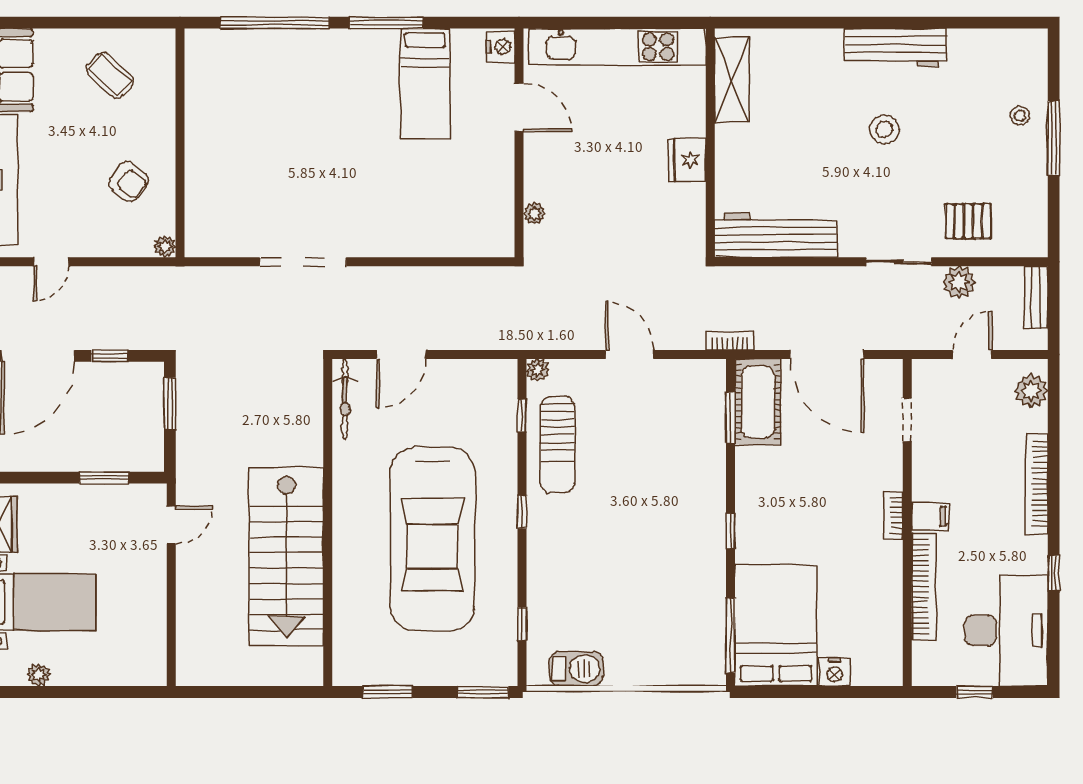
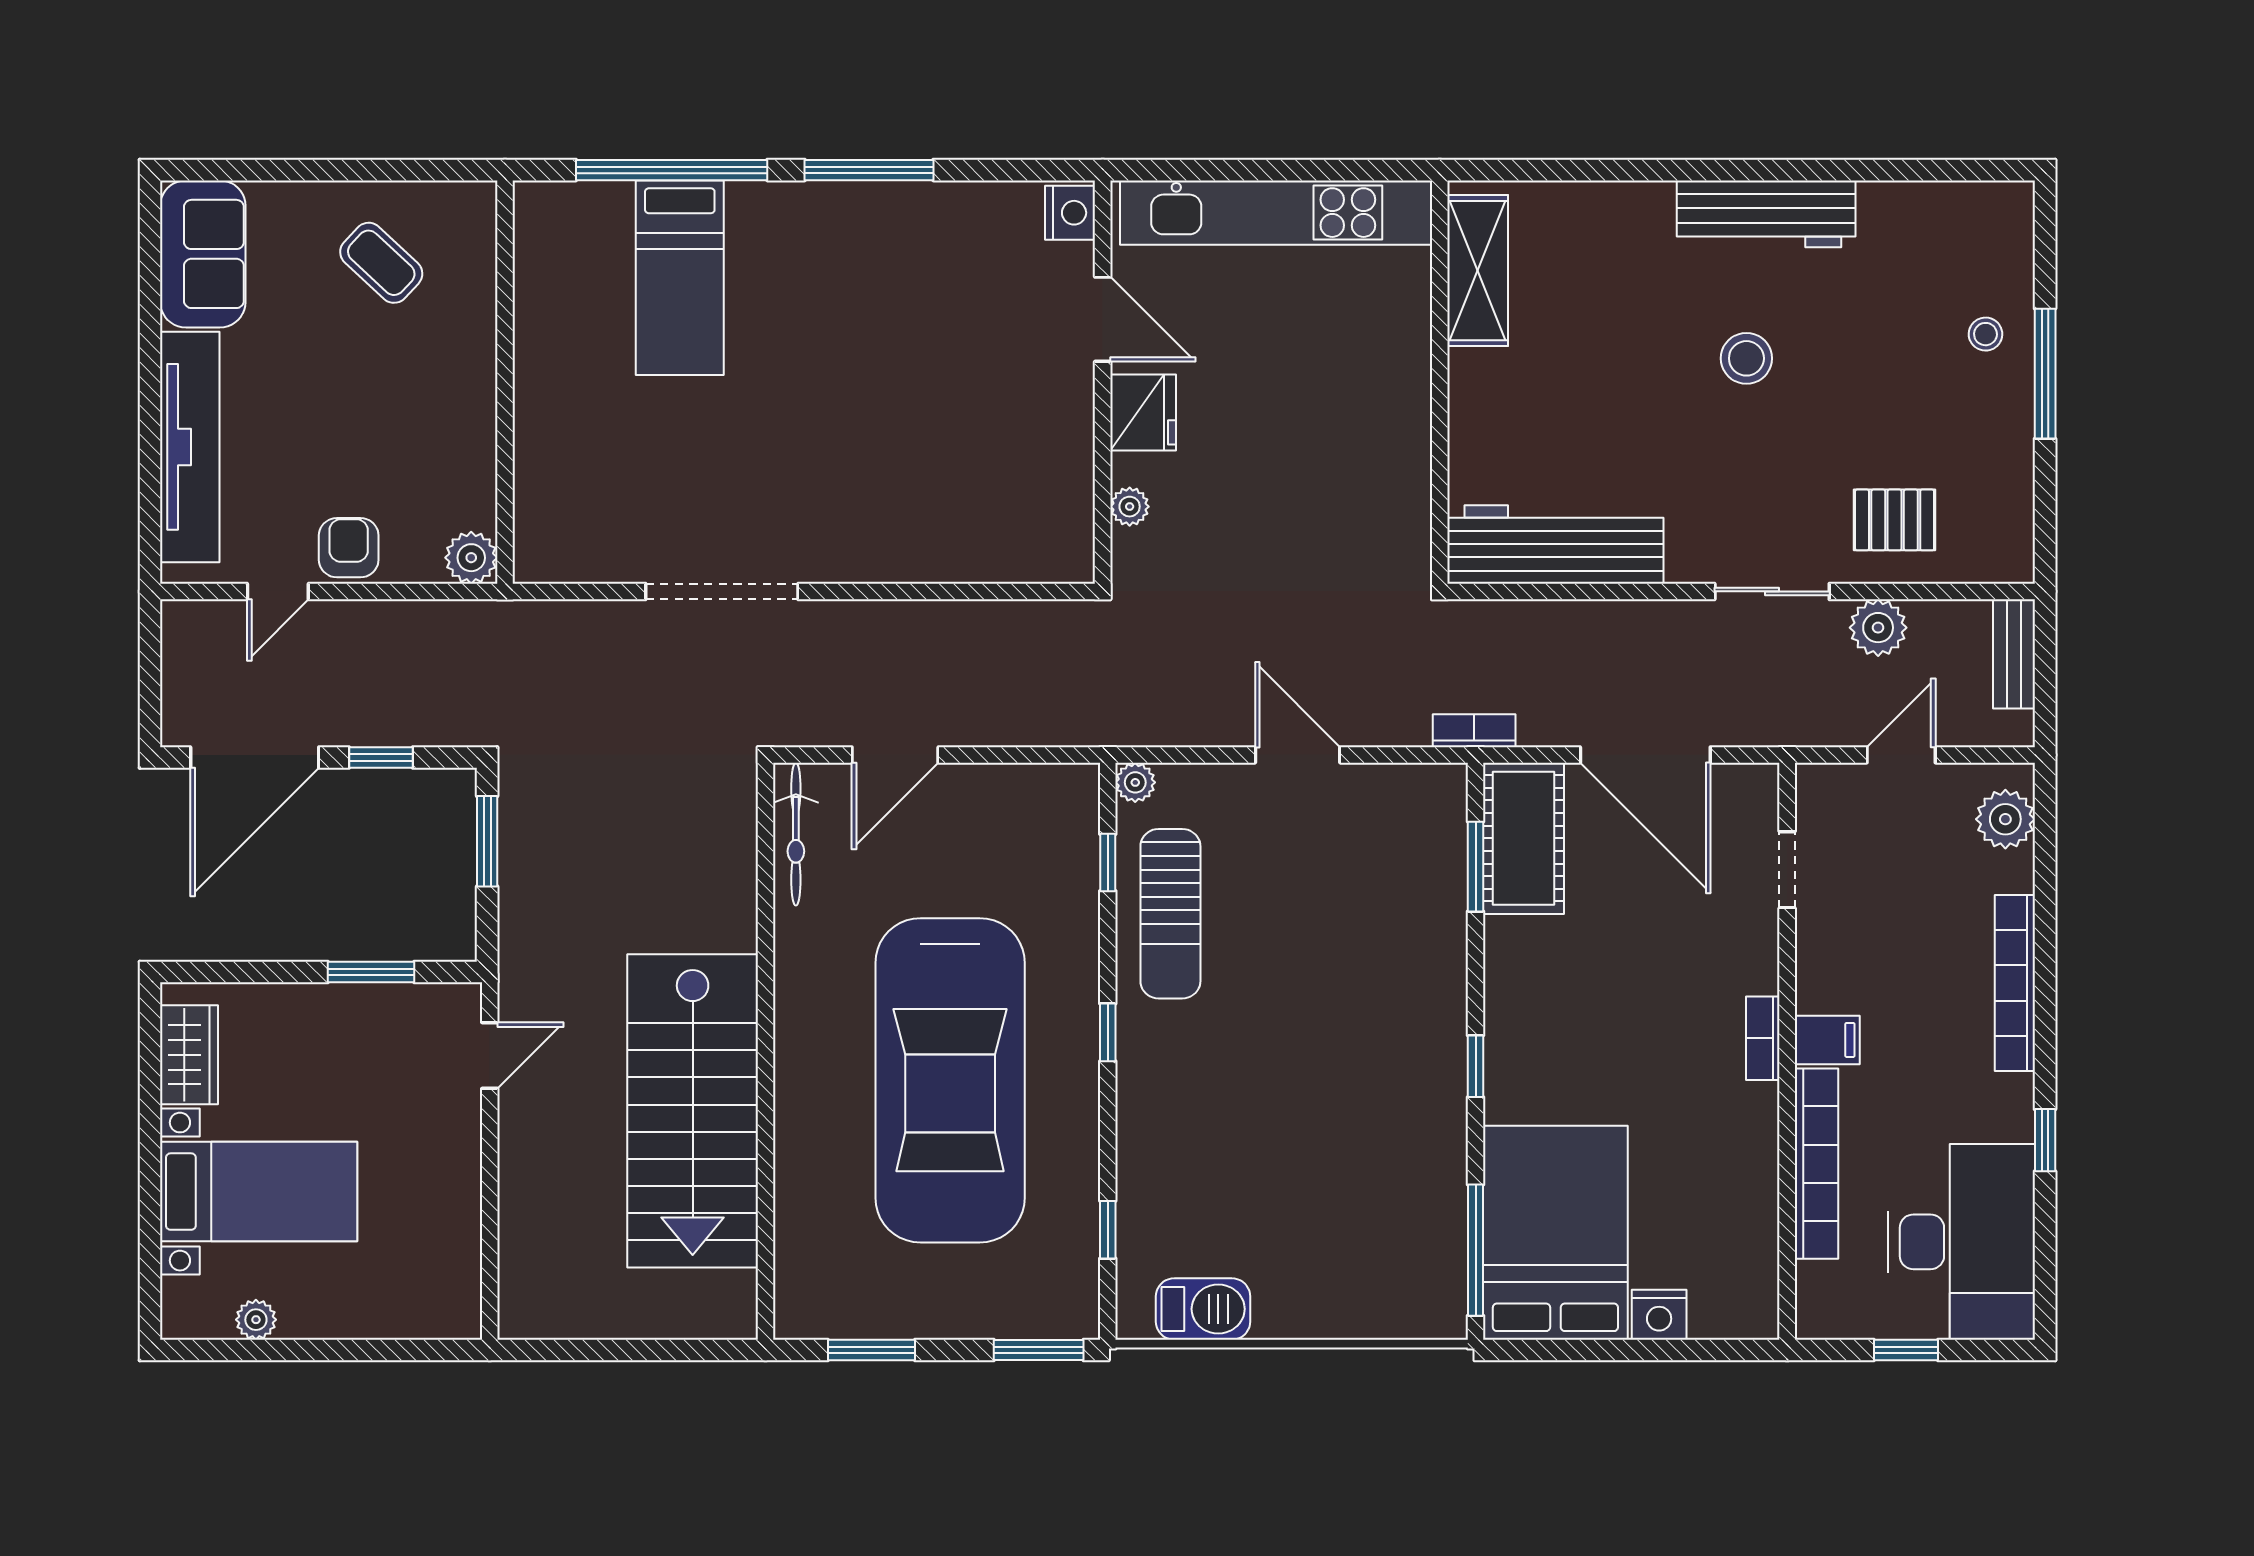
bed: (425, 84) -> (680, 278), moved
fridge: (687, 160) -> (1143, 413), moved, turned 180
armchair: (129, 182) -> (349, 548), moved, turned -128
plant: (165, 247) -> (471, 558), width x1.38, depth x1.38

